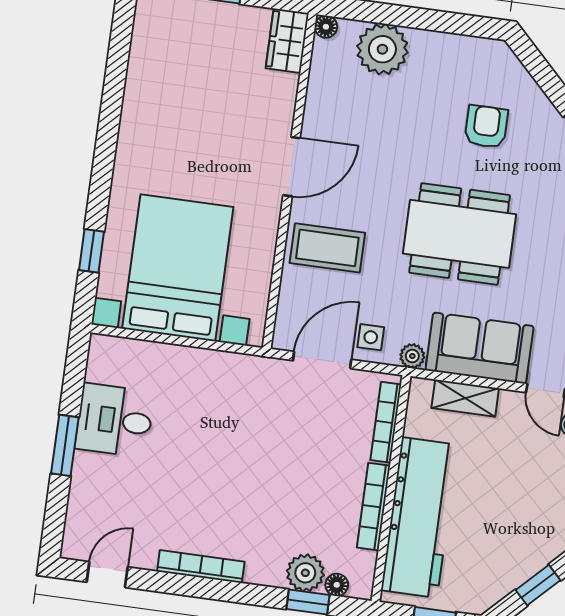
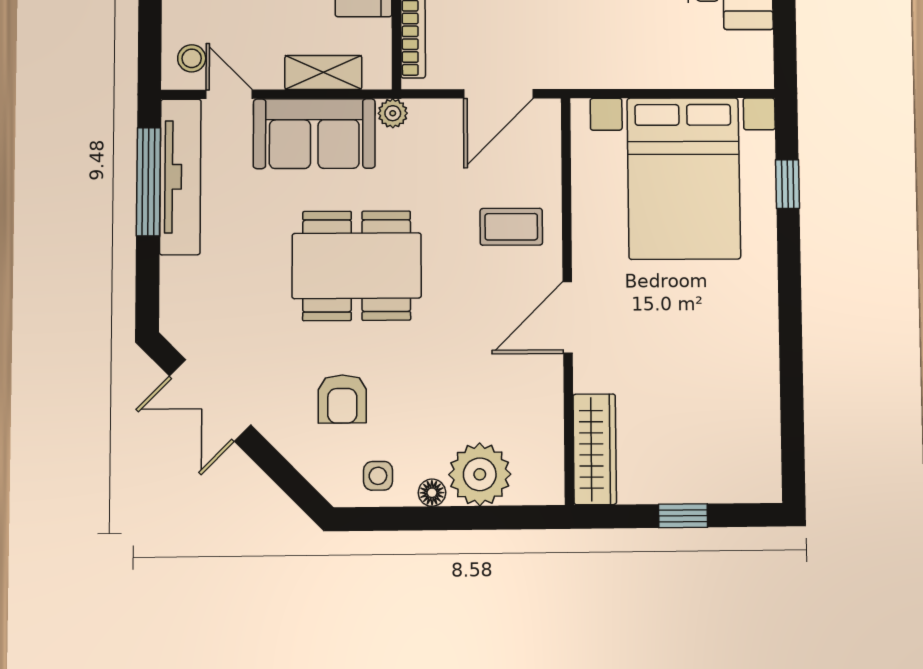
floor lamp: (326, 27) -> (432, 493), moved
wardrobe: (287, 41) -> (595, 449), width x1.50
coffee table: (327, 248) -> (511, 227), width x0.73, depth x0.77
side table: (371, 337) -> (378, 476), moved

